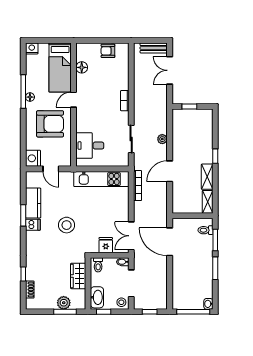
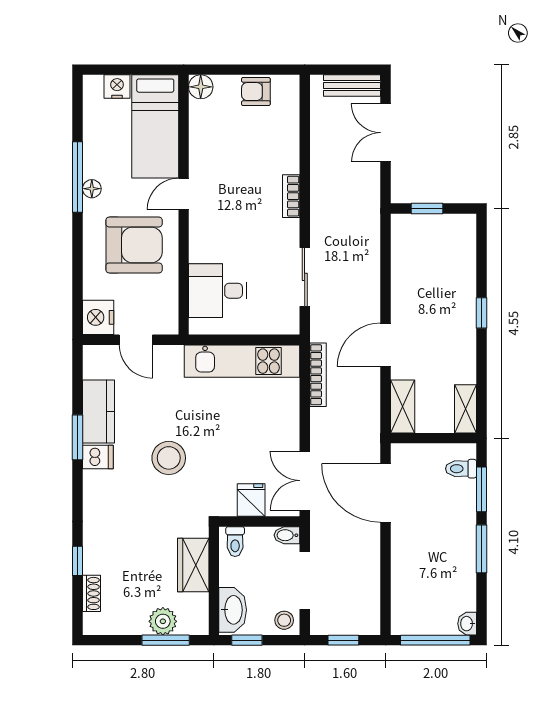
nightstand: (32, 48) -> (117, 87), moved
floor lamp: (82, 67) -> (201, 87), moved
plant: (162, 139) -> (370, 277), removed
shelving: (207, 177) -> (403, 407), moved

